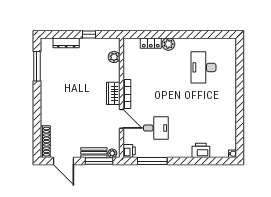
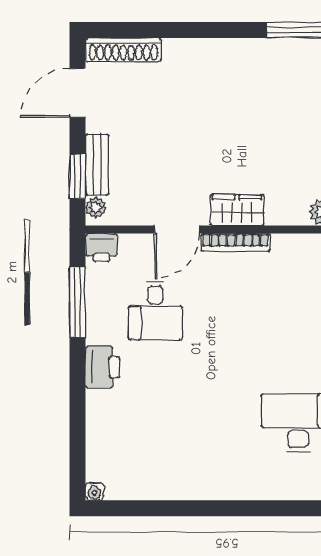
printer: (201, 150) -> (102, 367), moved
window: (99, 161) -> (77, 176), width x0.69

